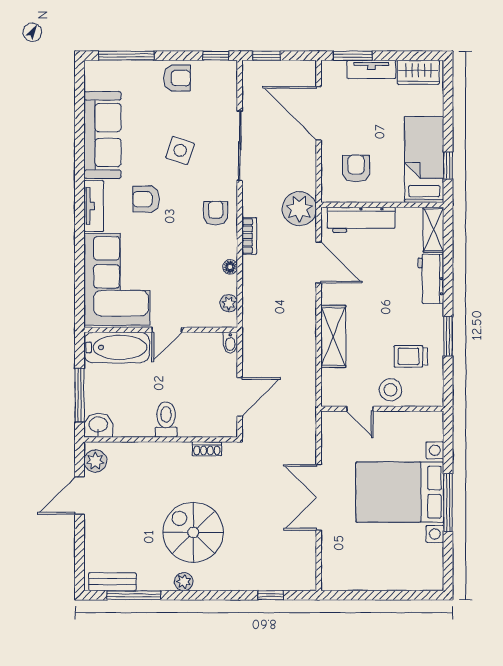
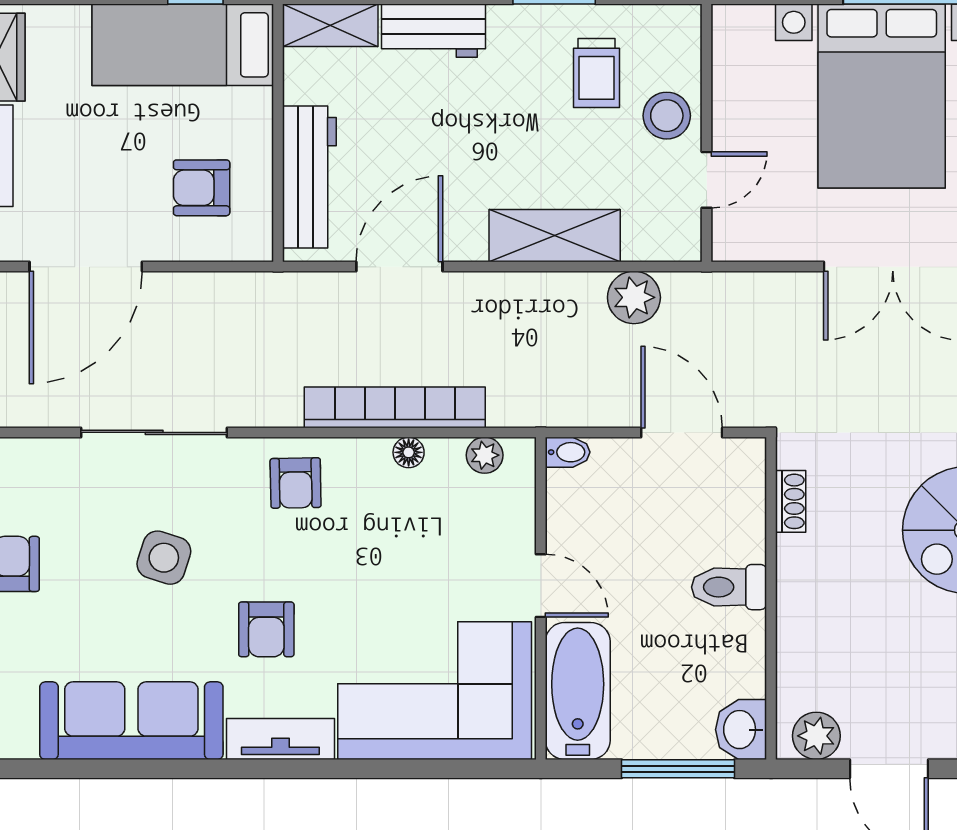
plant: (299, 209) -> (634, 297), moved, width x0.73, depth x0.73
armchair: (216, 213) -> (296, 483), turned -91
bookcase: (249, 236) -> (395, 407), width x2.31, depth x1.31

